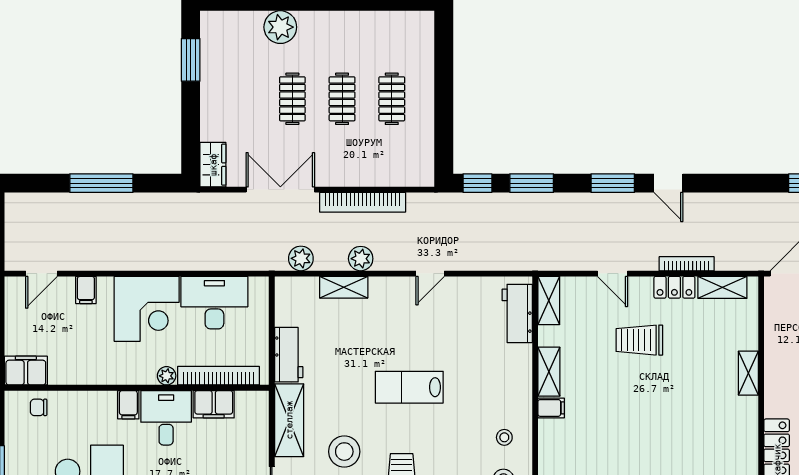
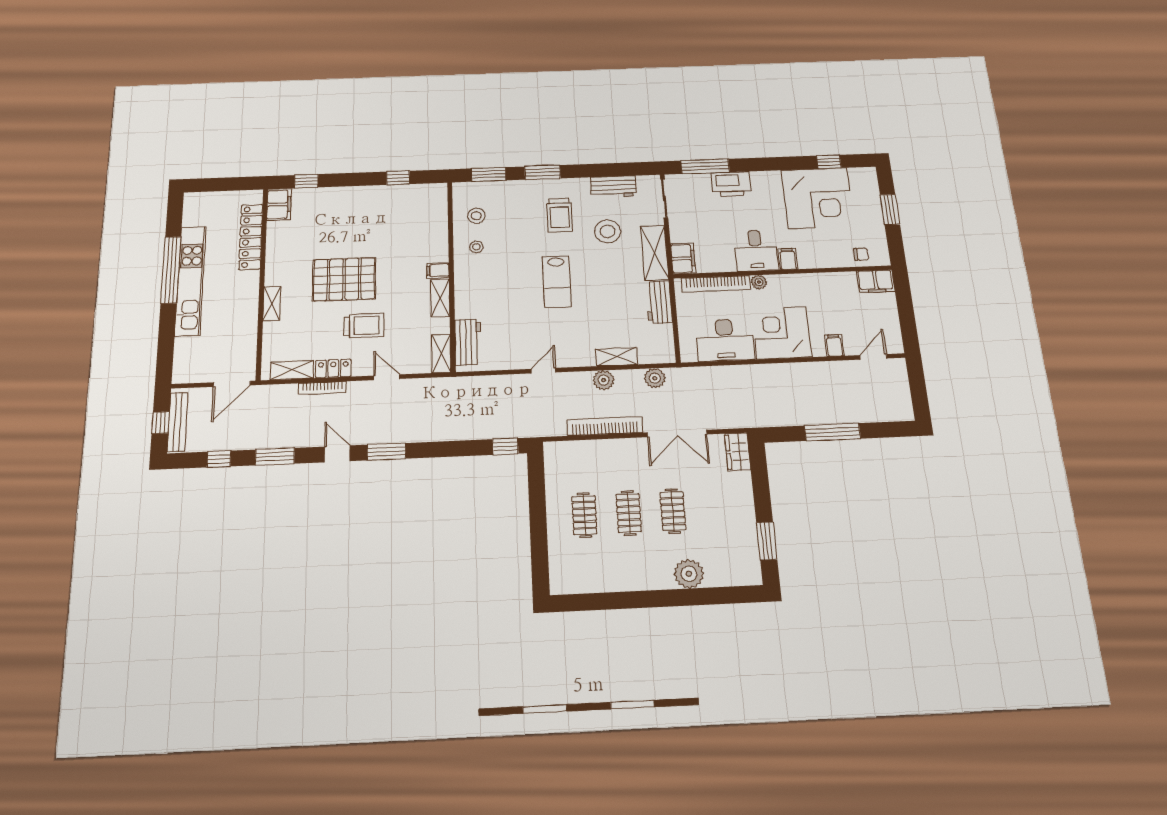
window: (532, 183) -> (275, 457), moved
lab bench: (409, 387) -> (557, 281), turned 90
pallet: (663, 401) -> (344, 279), added
filing cabinet: (214, 404) -> (683, 258), moved, turned 90

